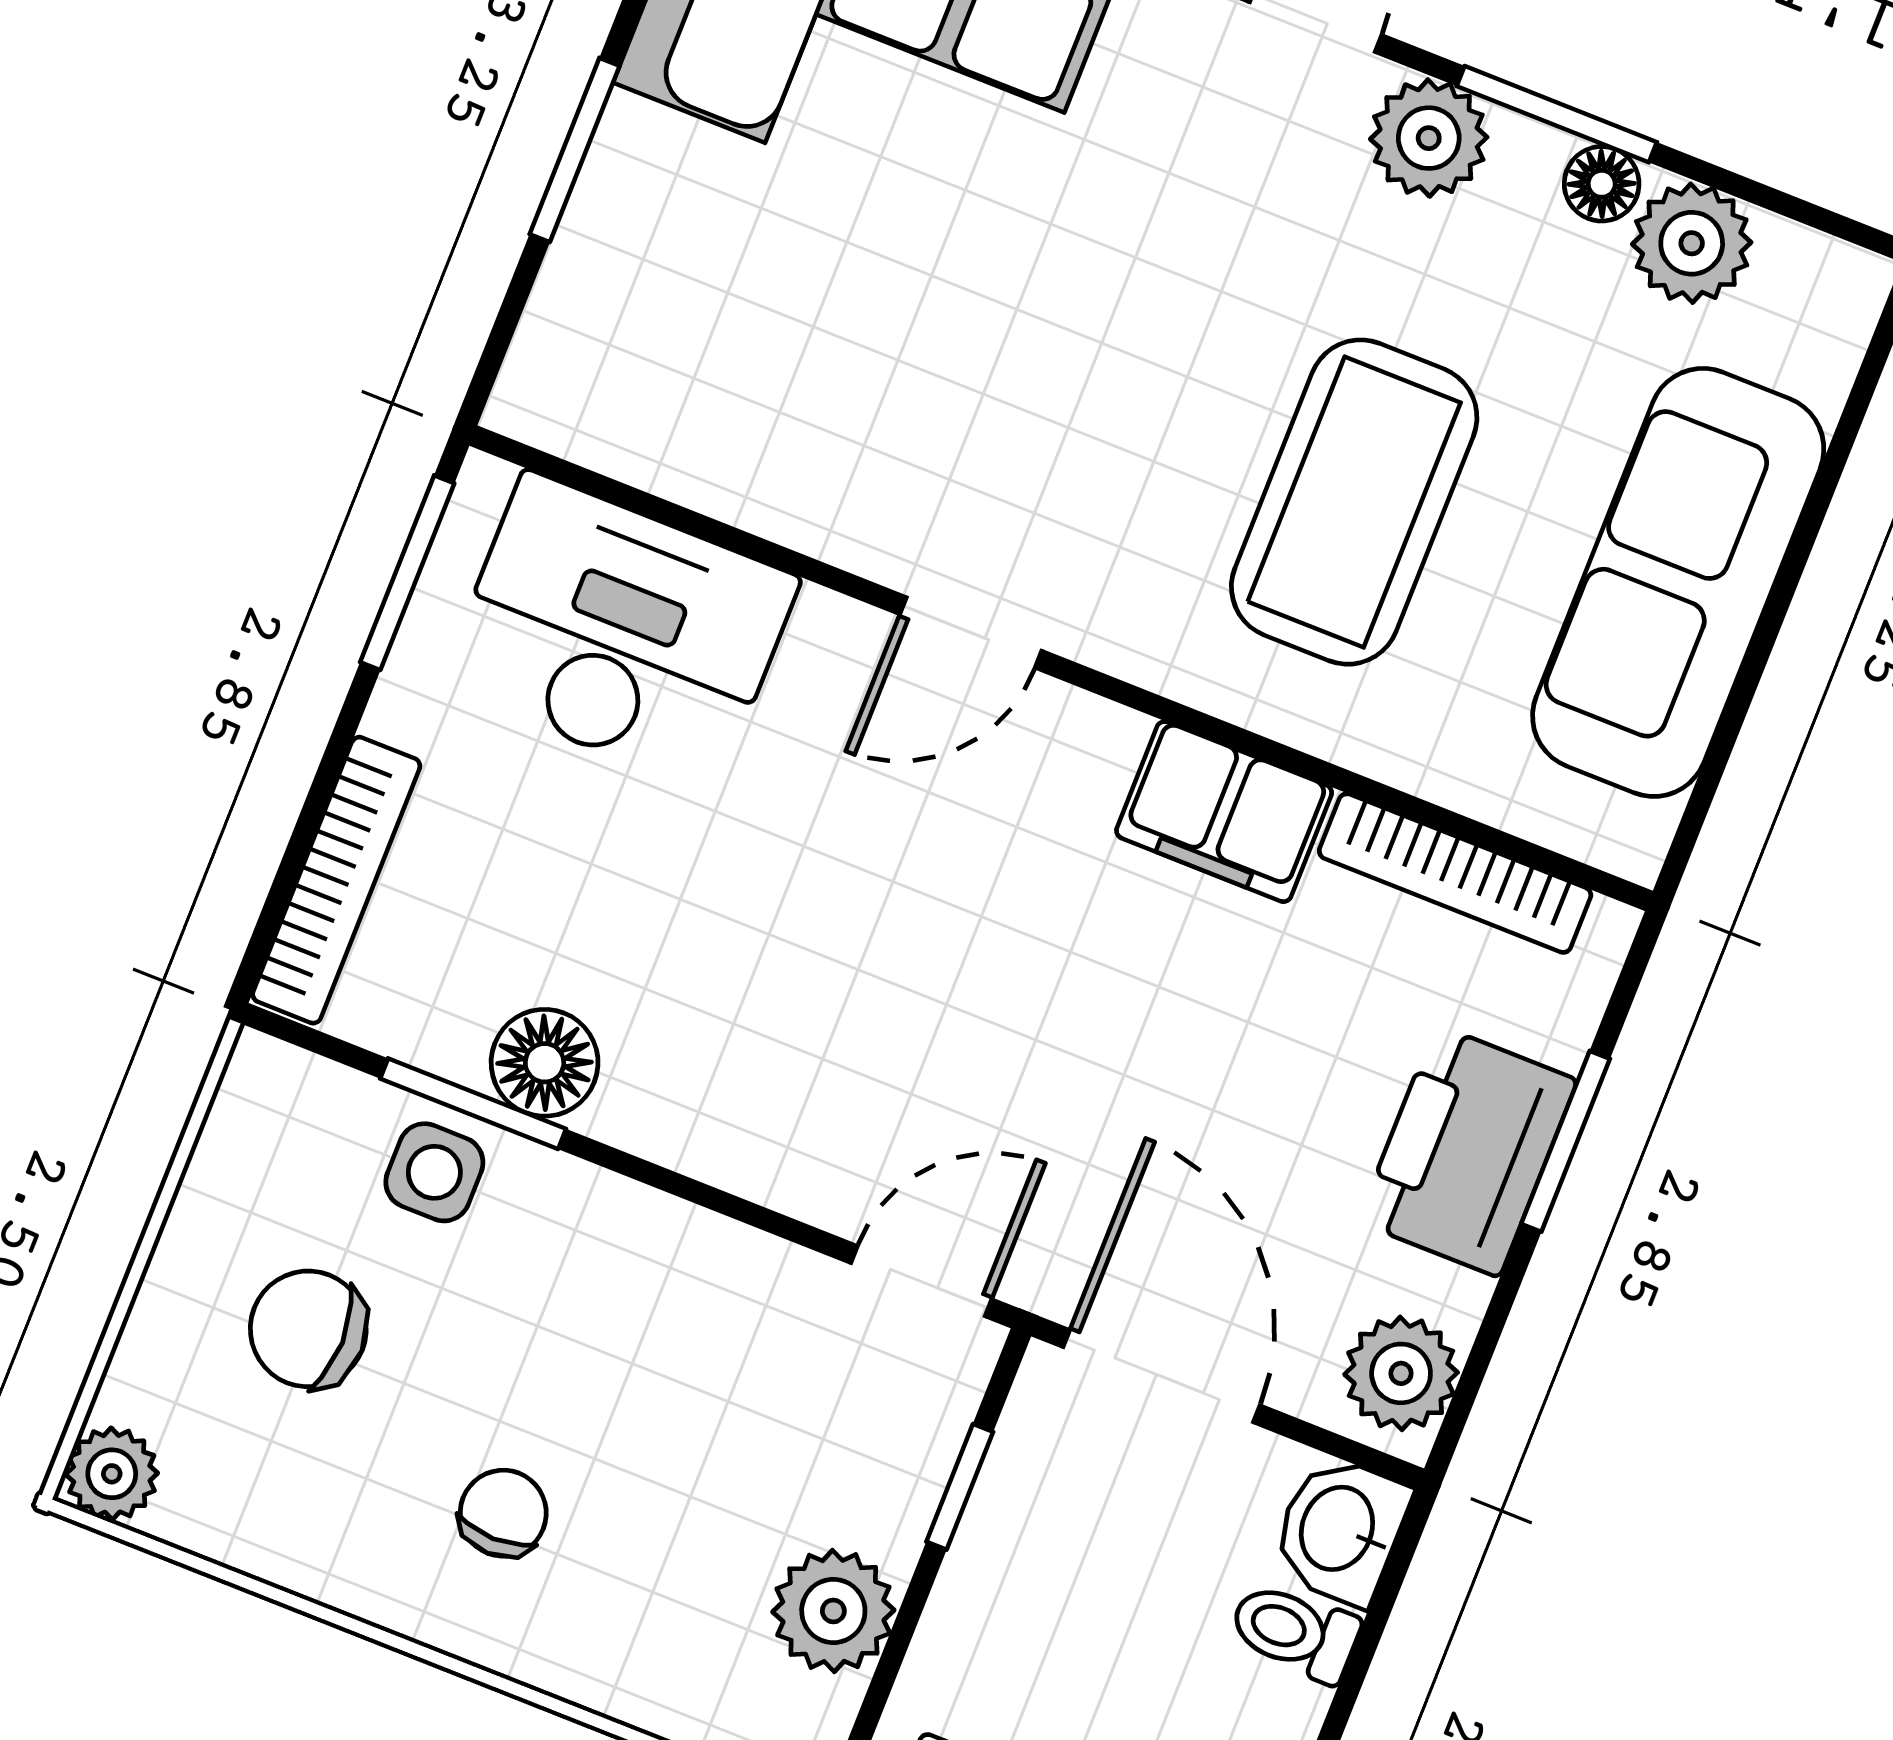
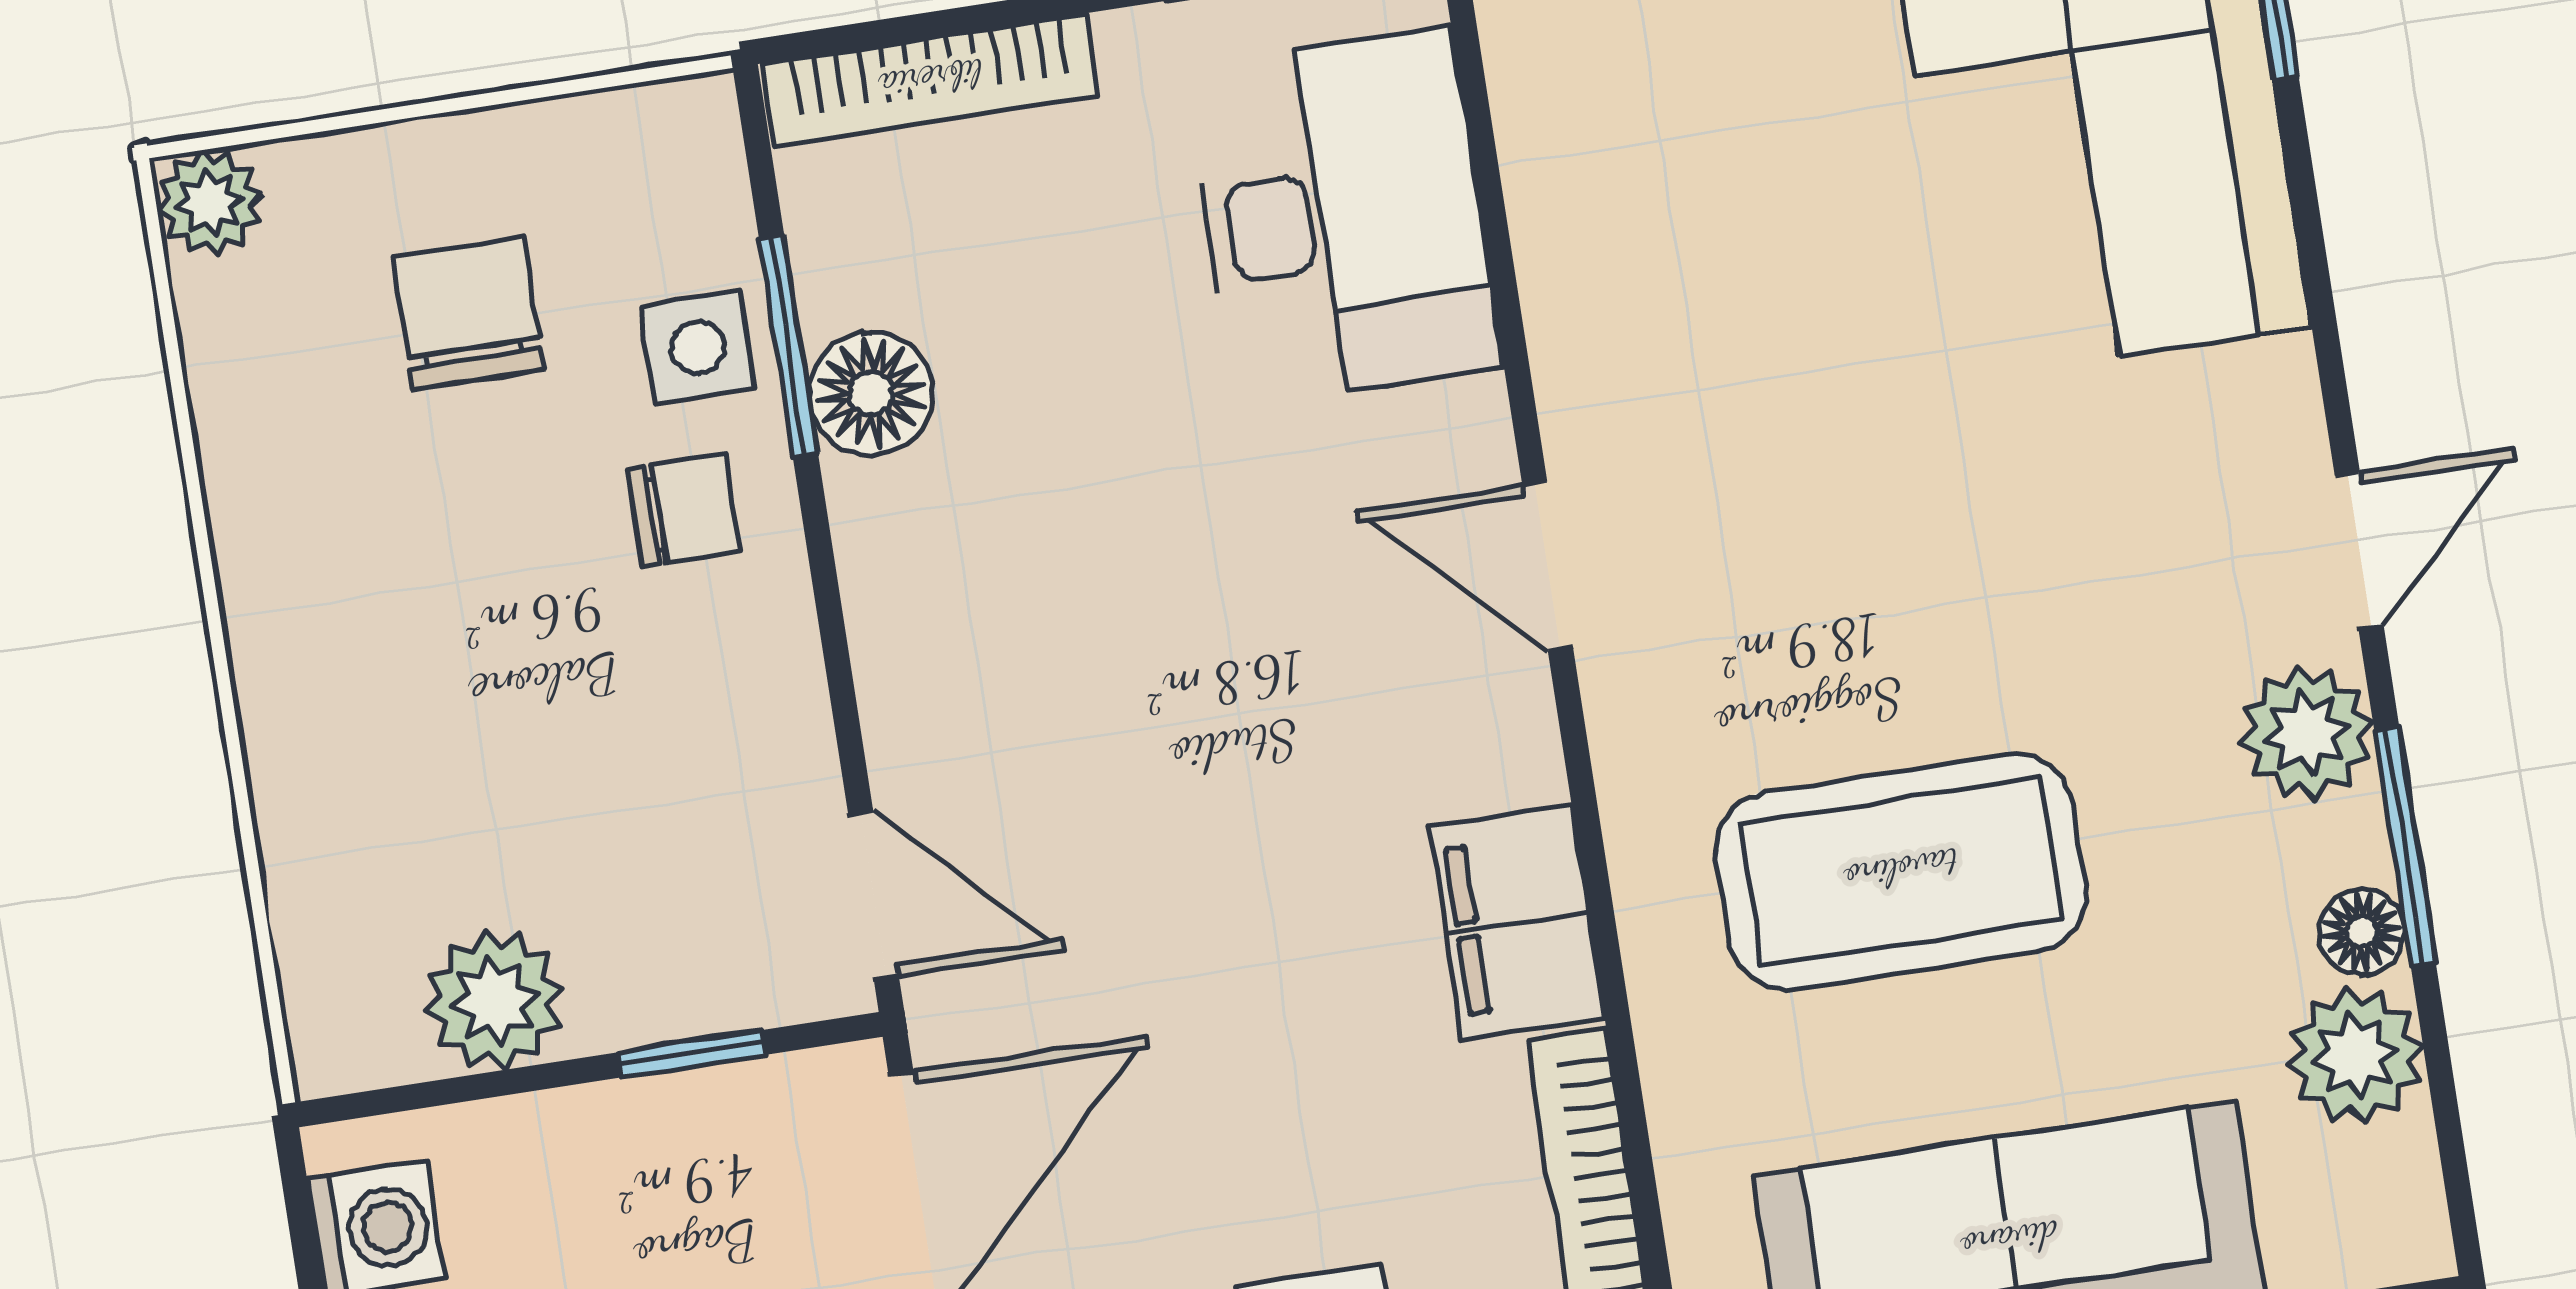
chair: (503, 1513) -> (684, 510), moved

